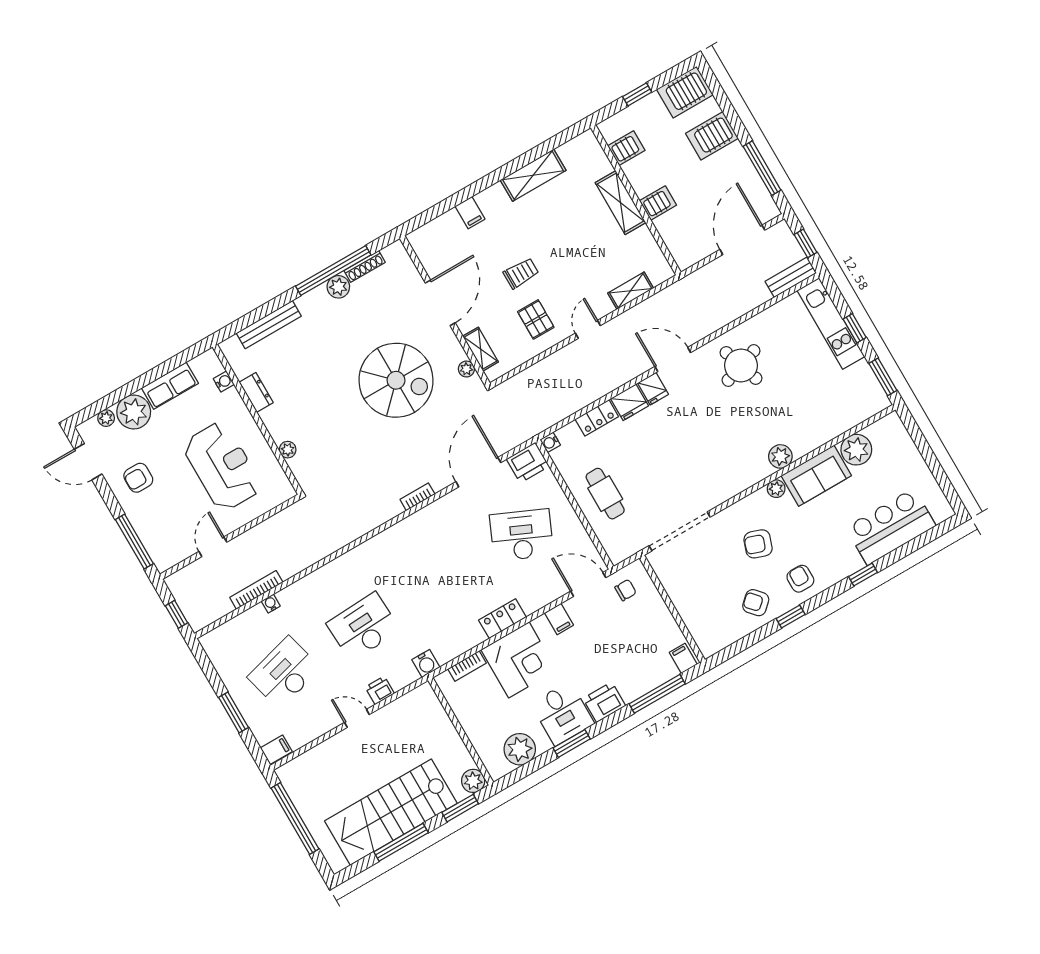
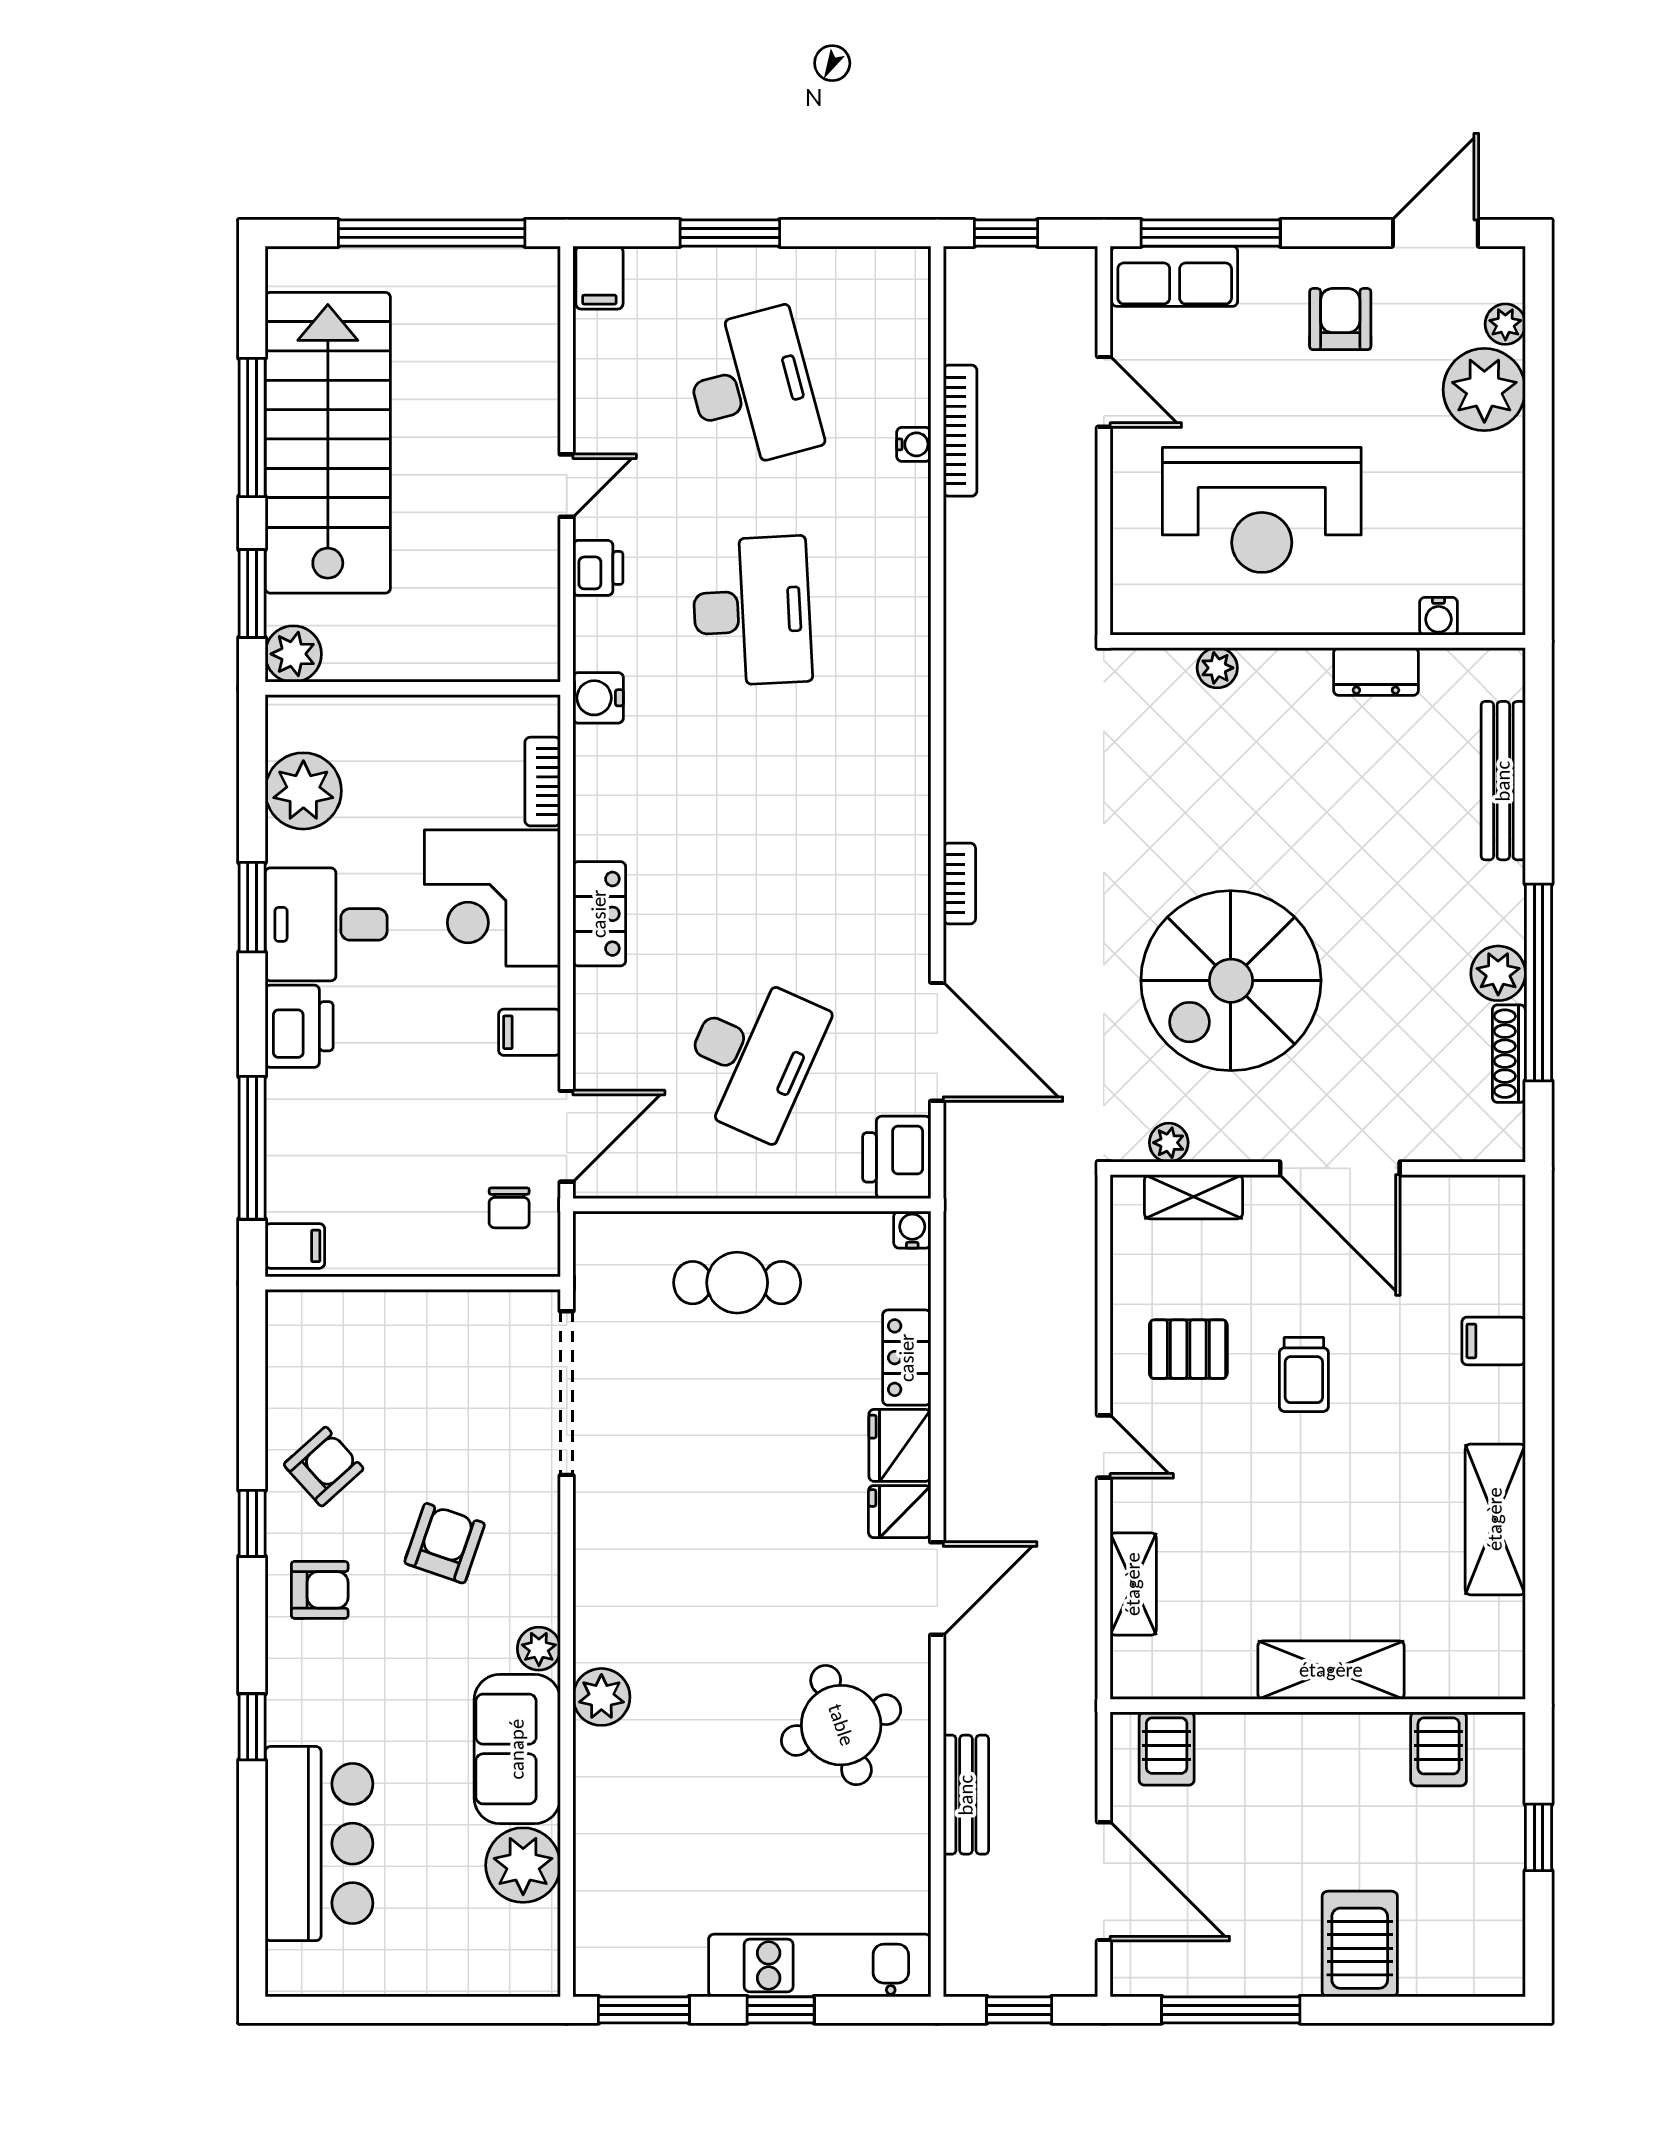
server rack: (685, 92) -> (1485, 1940), removed
server rack: (658, 203) -> (1167, 1749), moved
bench: (791, 277) -> (966, 1795), moved
row of seats: (170, 386) -> (1175, 276), moved, turned -90

